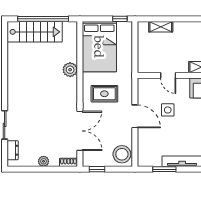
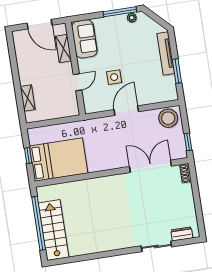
window: (120, 19) -> (28, 155), moved
plant: (70, 70) -> (88, 187), removed
rug: (104, 94) -> (107, 146), removed
plant: (44, 161) -> (188, 200), removed

